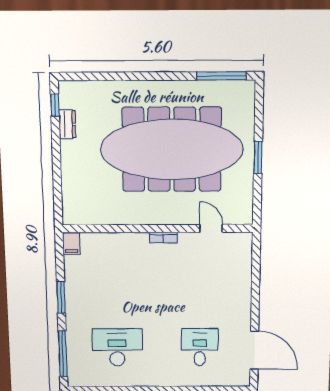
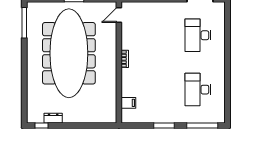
door: (211, 228) -> (119, 15), moved
filing cabinet: (71, 243) -> (128, 103), moved
desk: (200, 347) -> (198, 35), width x1.37

